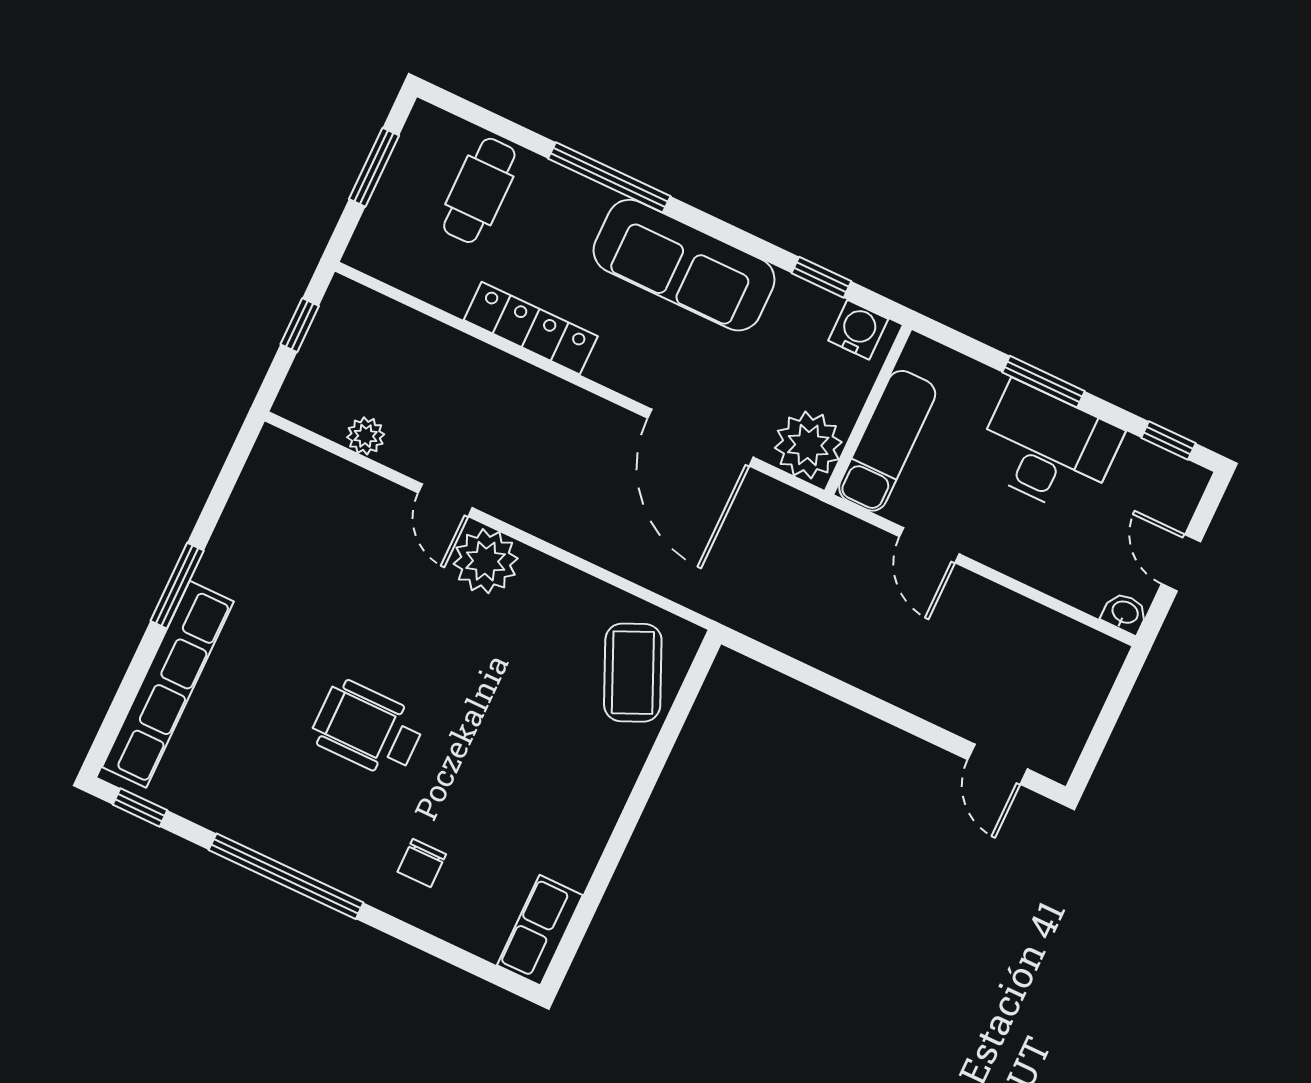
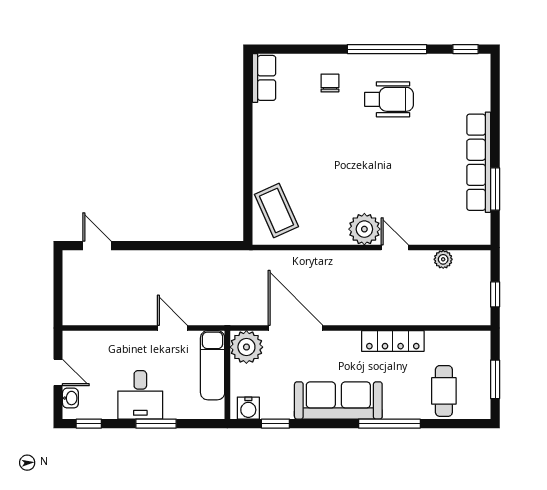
desk: (1048, 449) -> (140, 395), width x0.73
window: (177, 586) -> (495, 189), moved
washbasin: (1125, 613) -> (70, 398), moved, turned -90
row of seats: (168, 684) -> (479, 162), moved
wheelchair: (368, 729) -> (389, 99), moved

